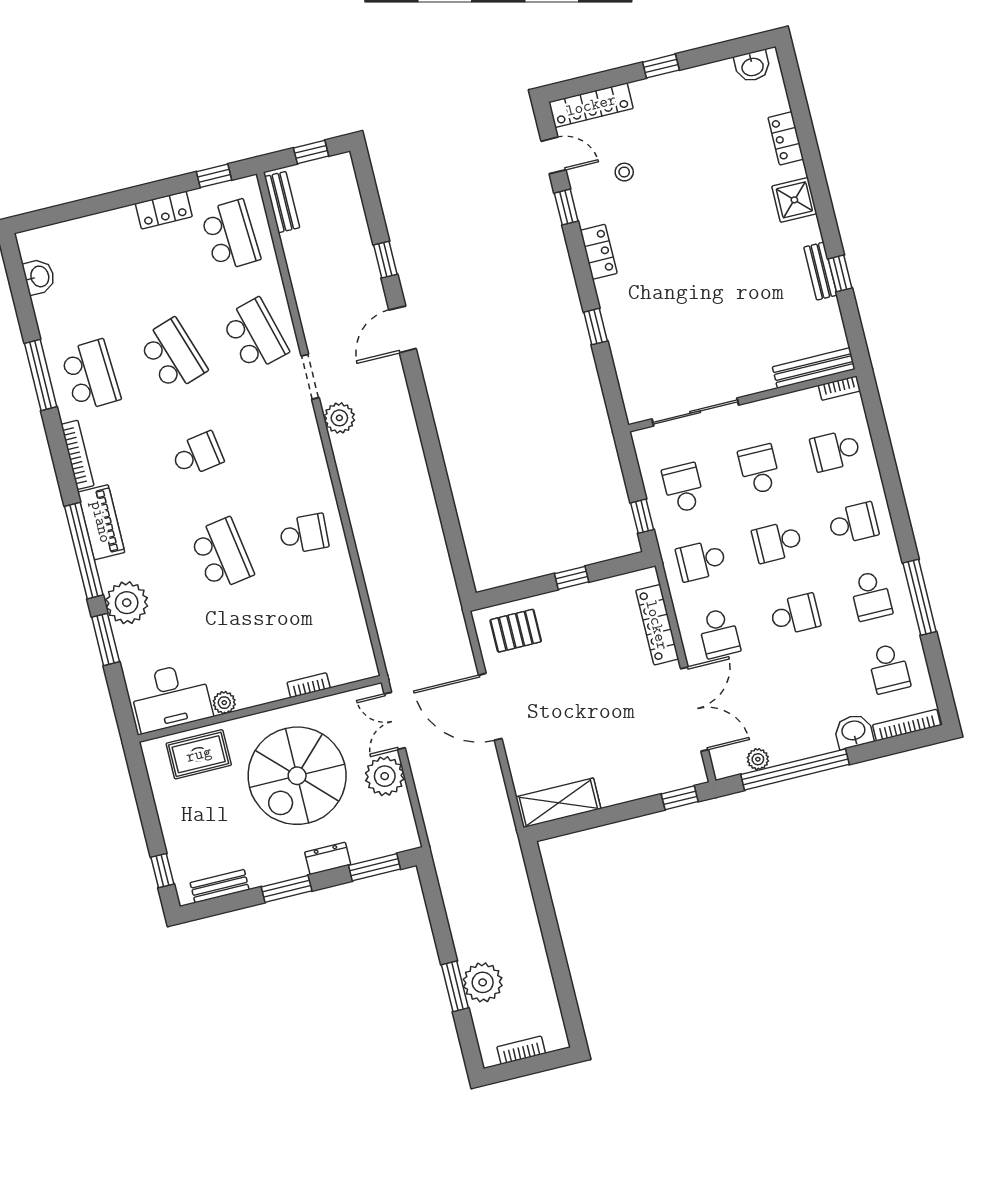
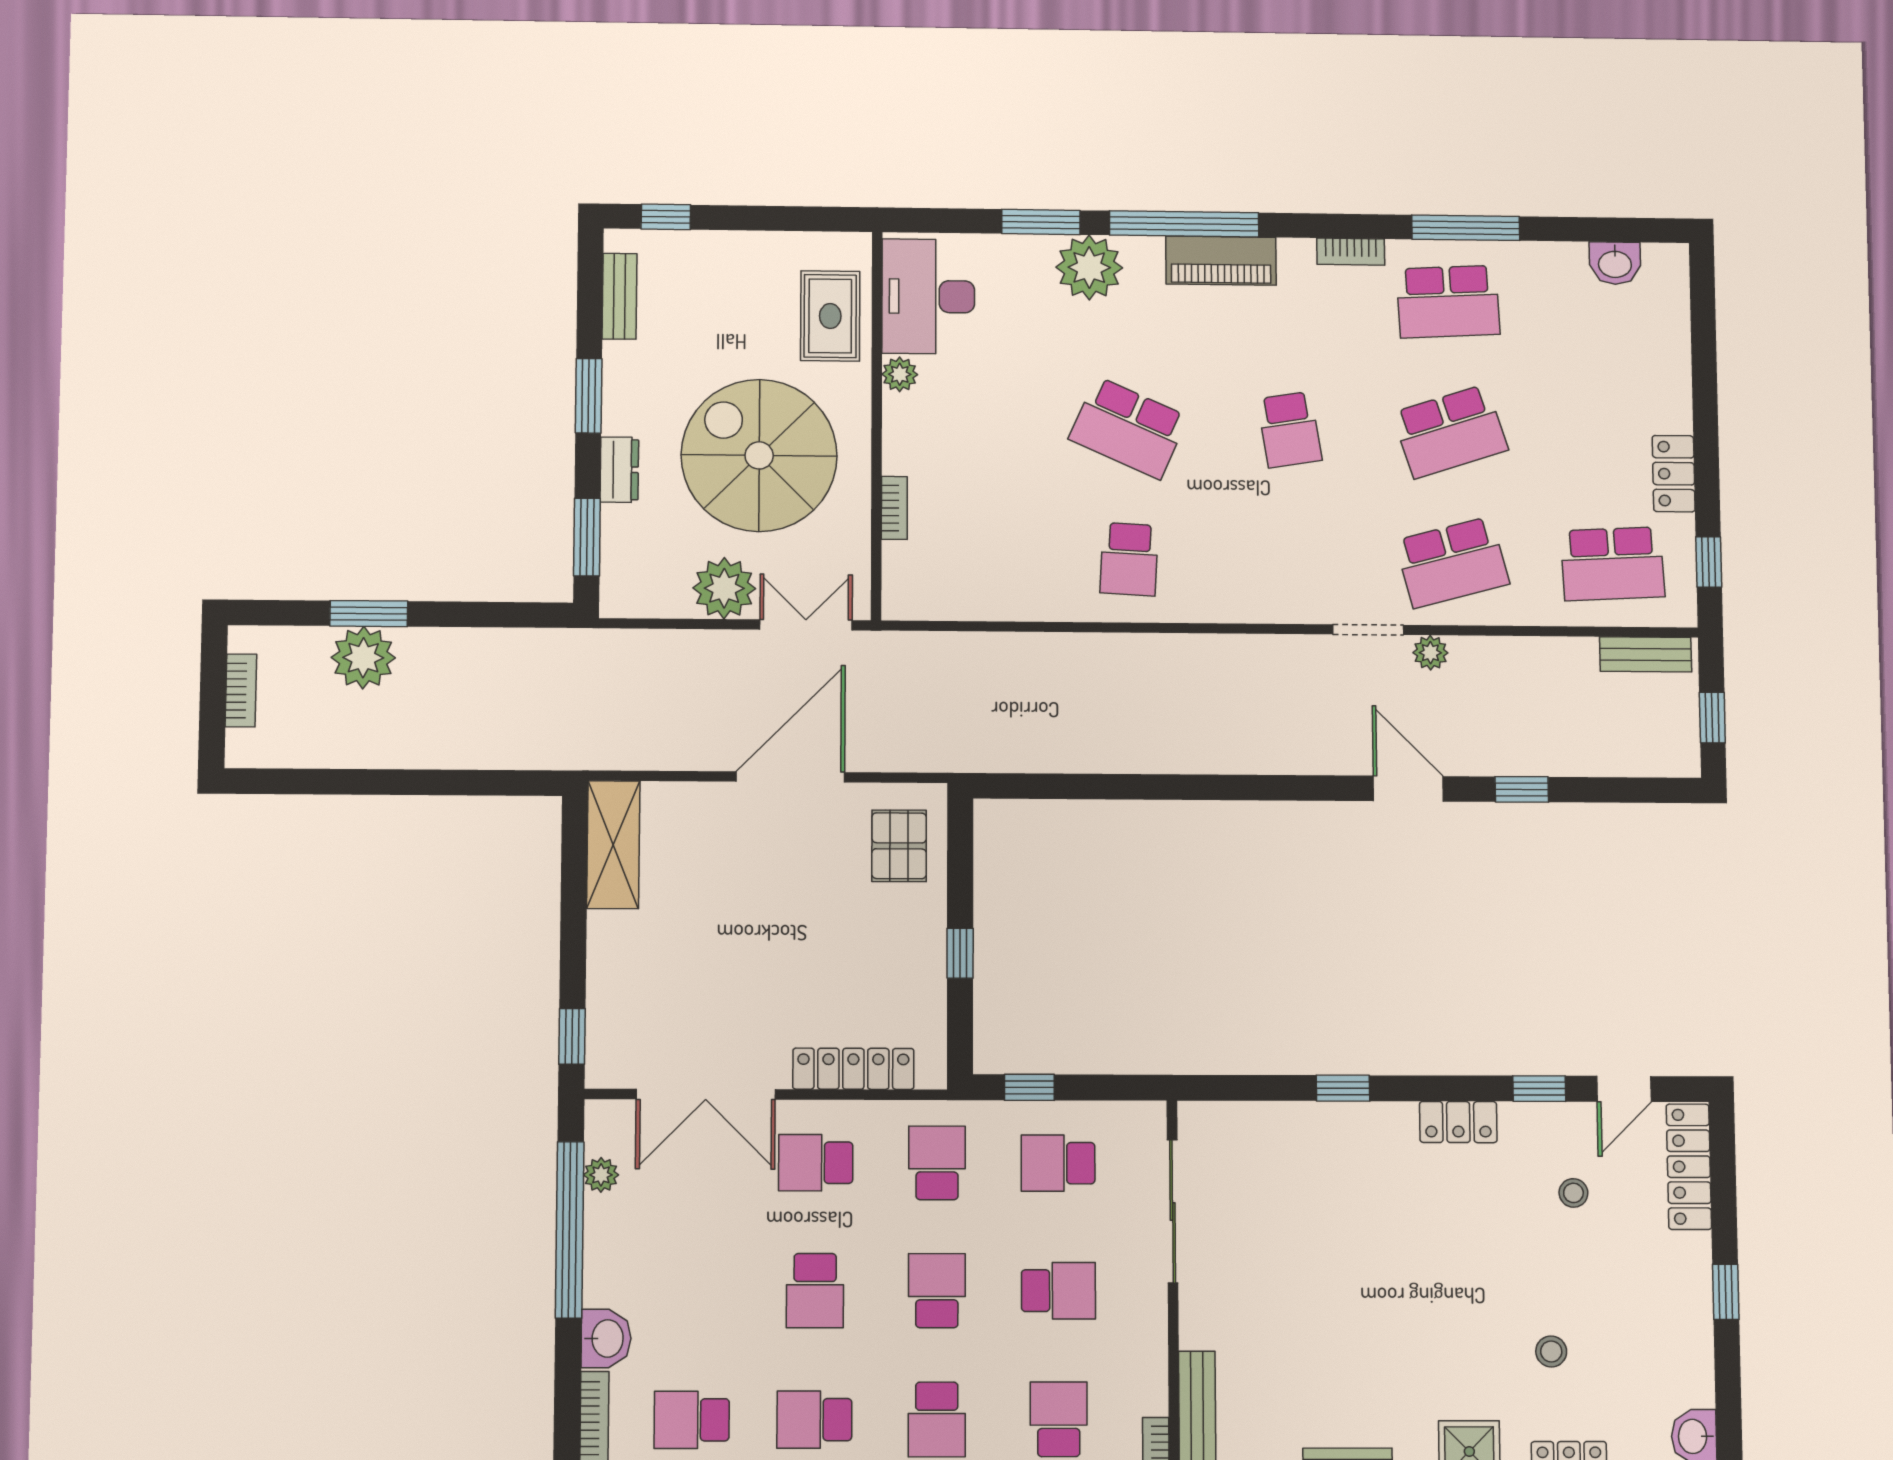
stool: (723, 164) -> (1551, 1351), added
plant: (339, 418) -> (1430, 653), moved, width x0.73, depth x0.73
bookcase: (77, 455) -> (1351, 252), width x0.64
school desk: (683, 488) -> (1058, 1163), turned 180
school desk: (222, 554) -> (1128, 428), turned 33

